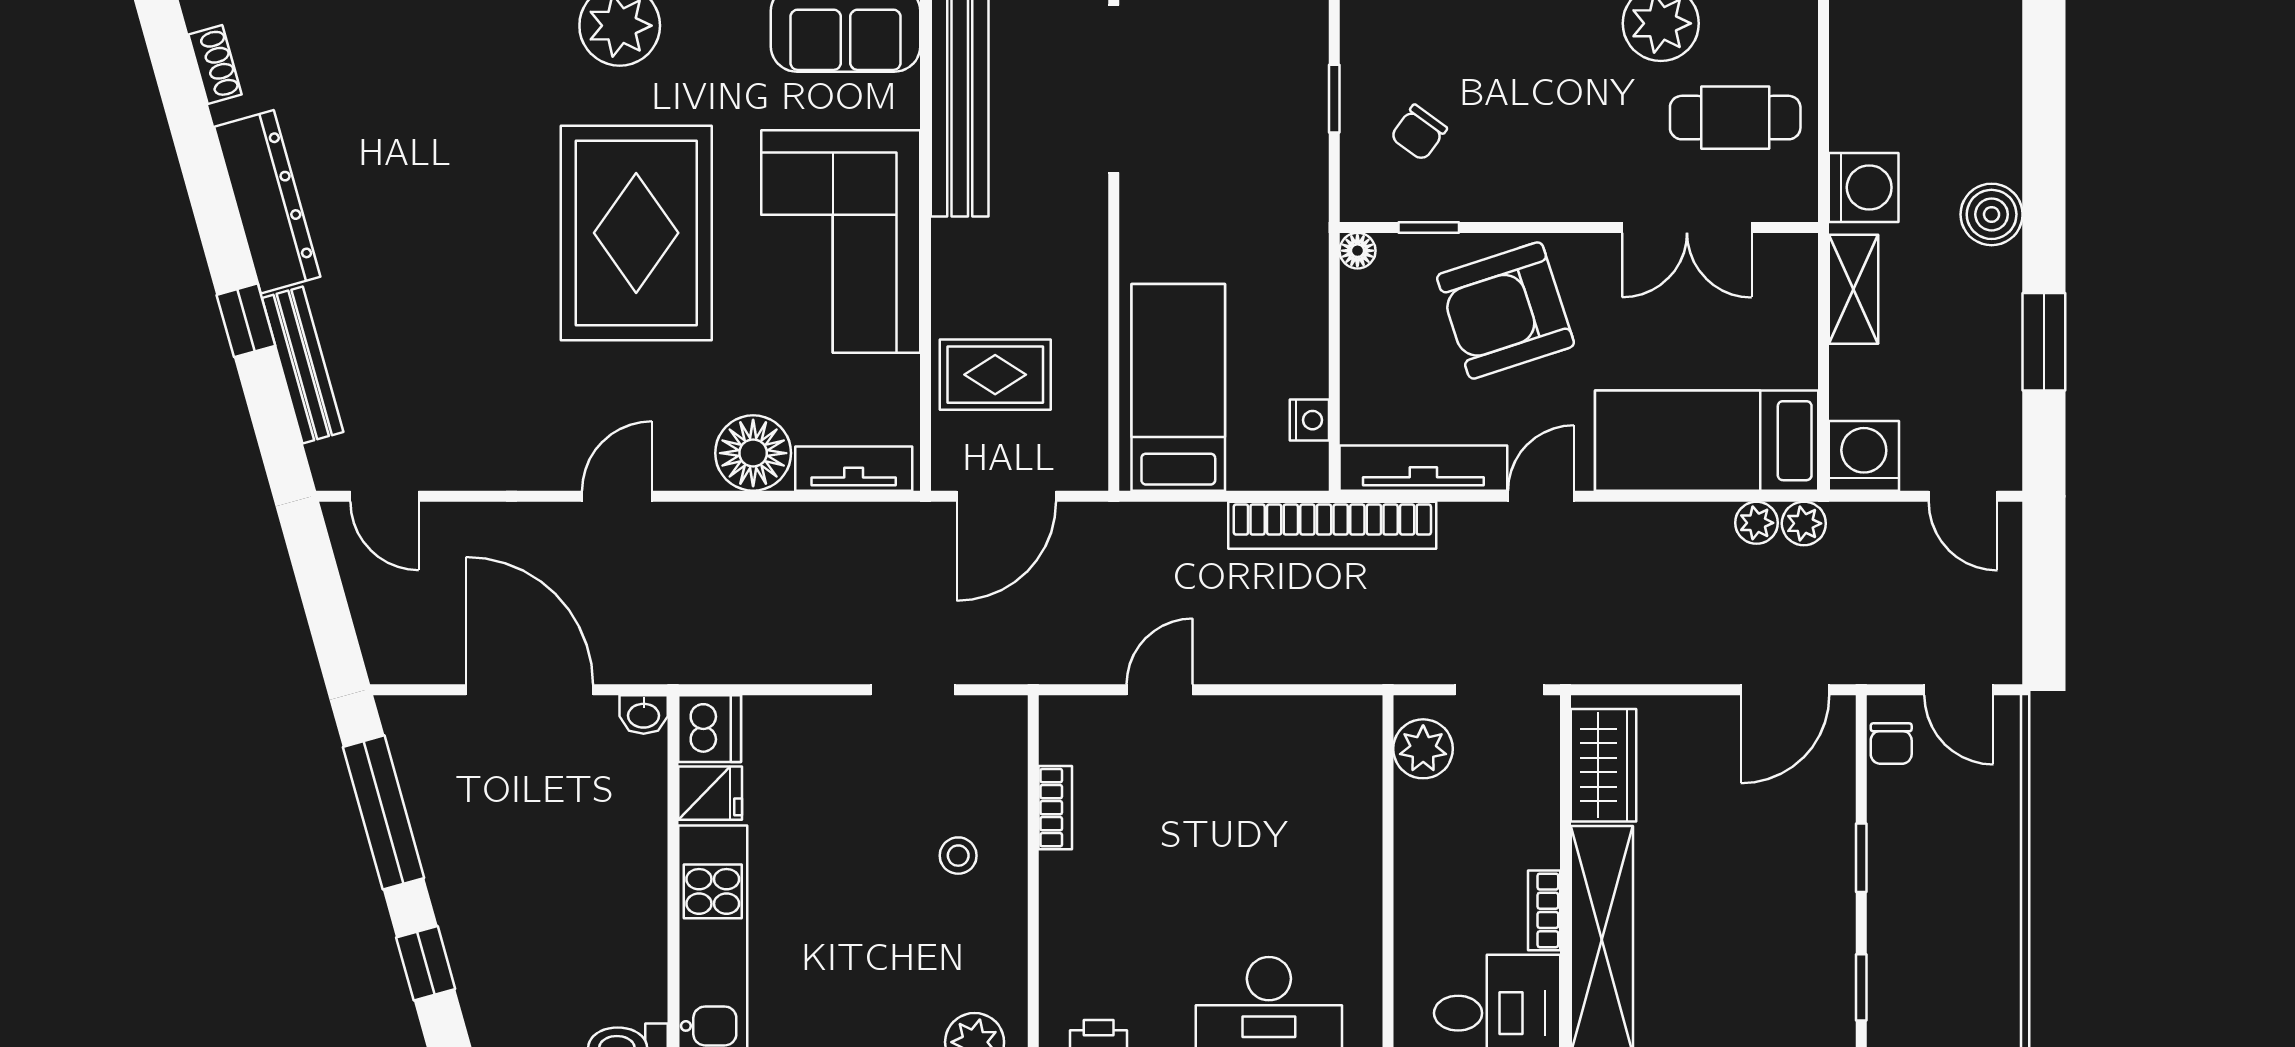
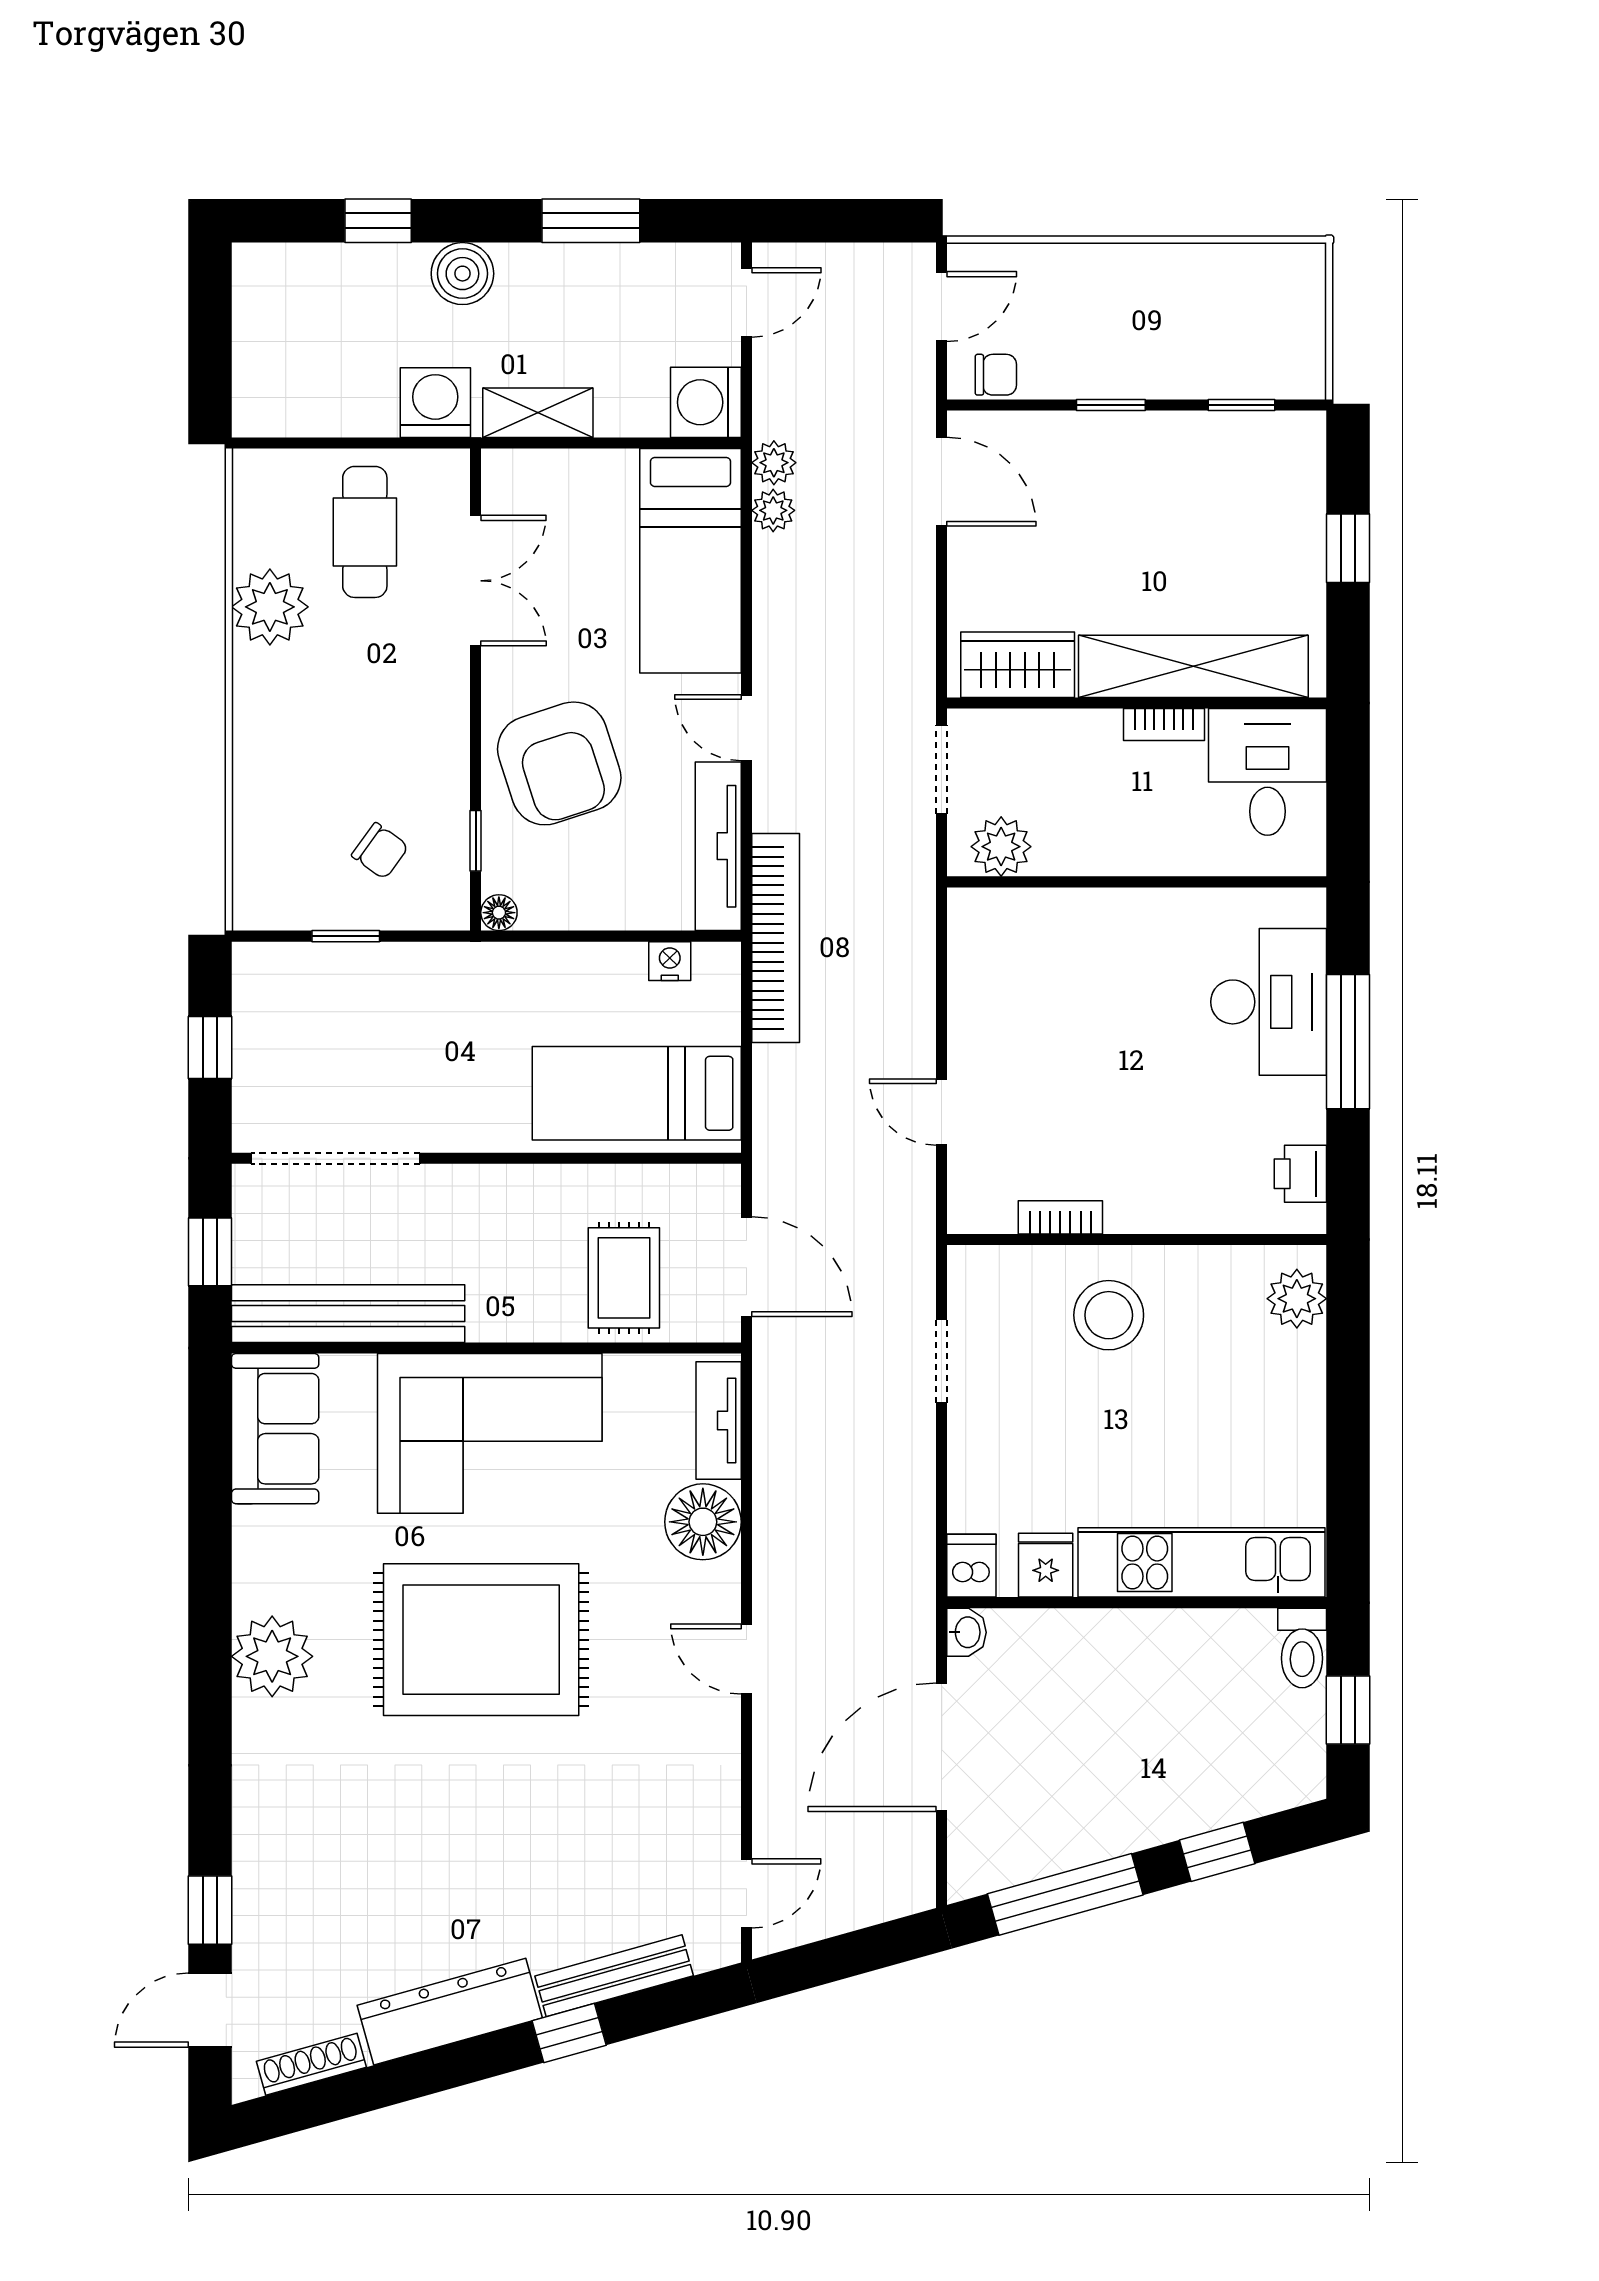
shoe rack: (215, 65) -> (311, 2064), width x1.43
window: (2044, 131) -> (378, 221), added
dishwasher: (710, 729) -> (971, 1566), width x0.73
stool: (958, 856) -> (1109, 1315), width x1.89, depth x1.89

